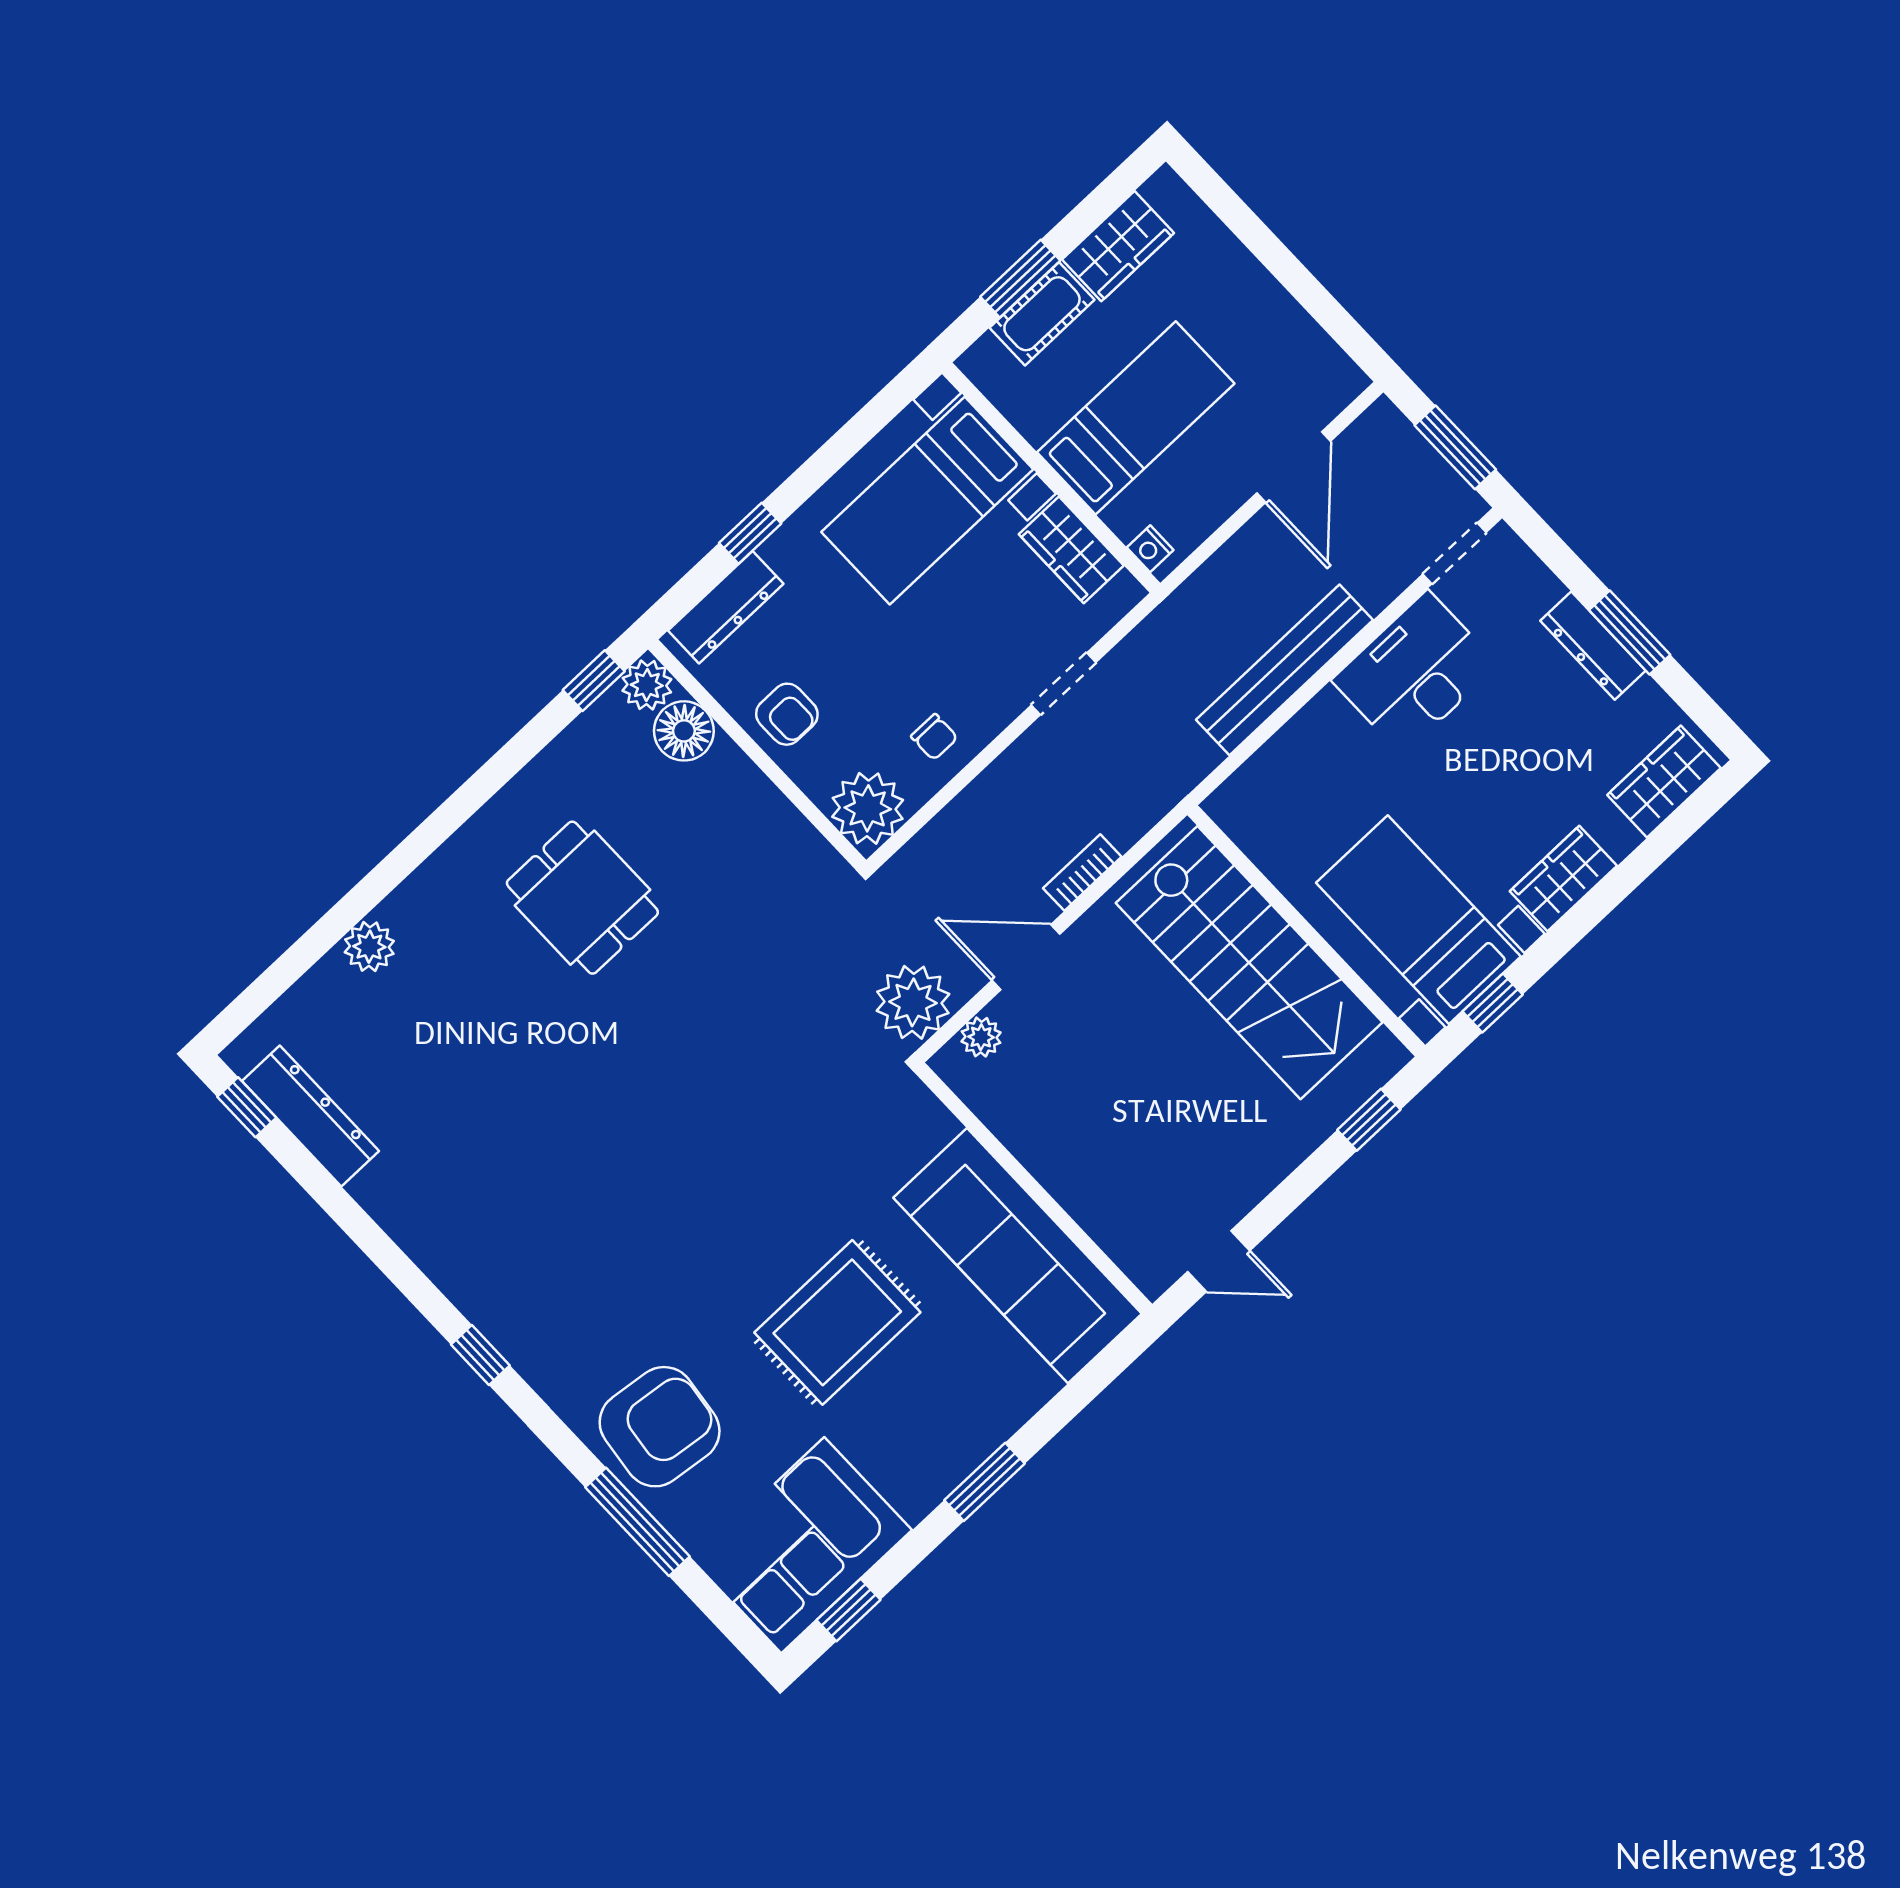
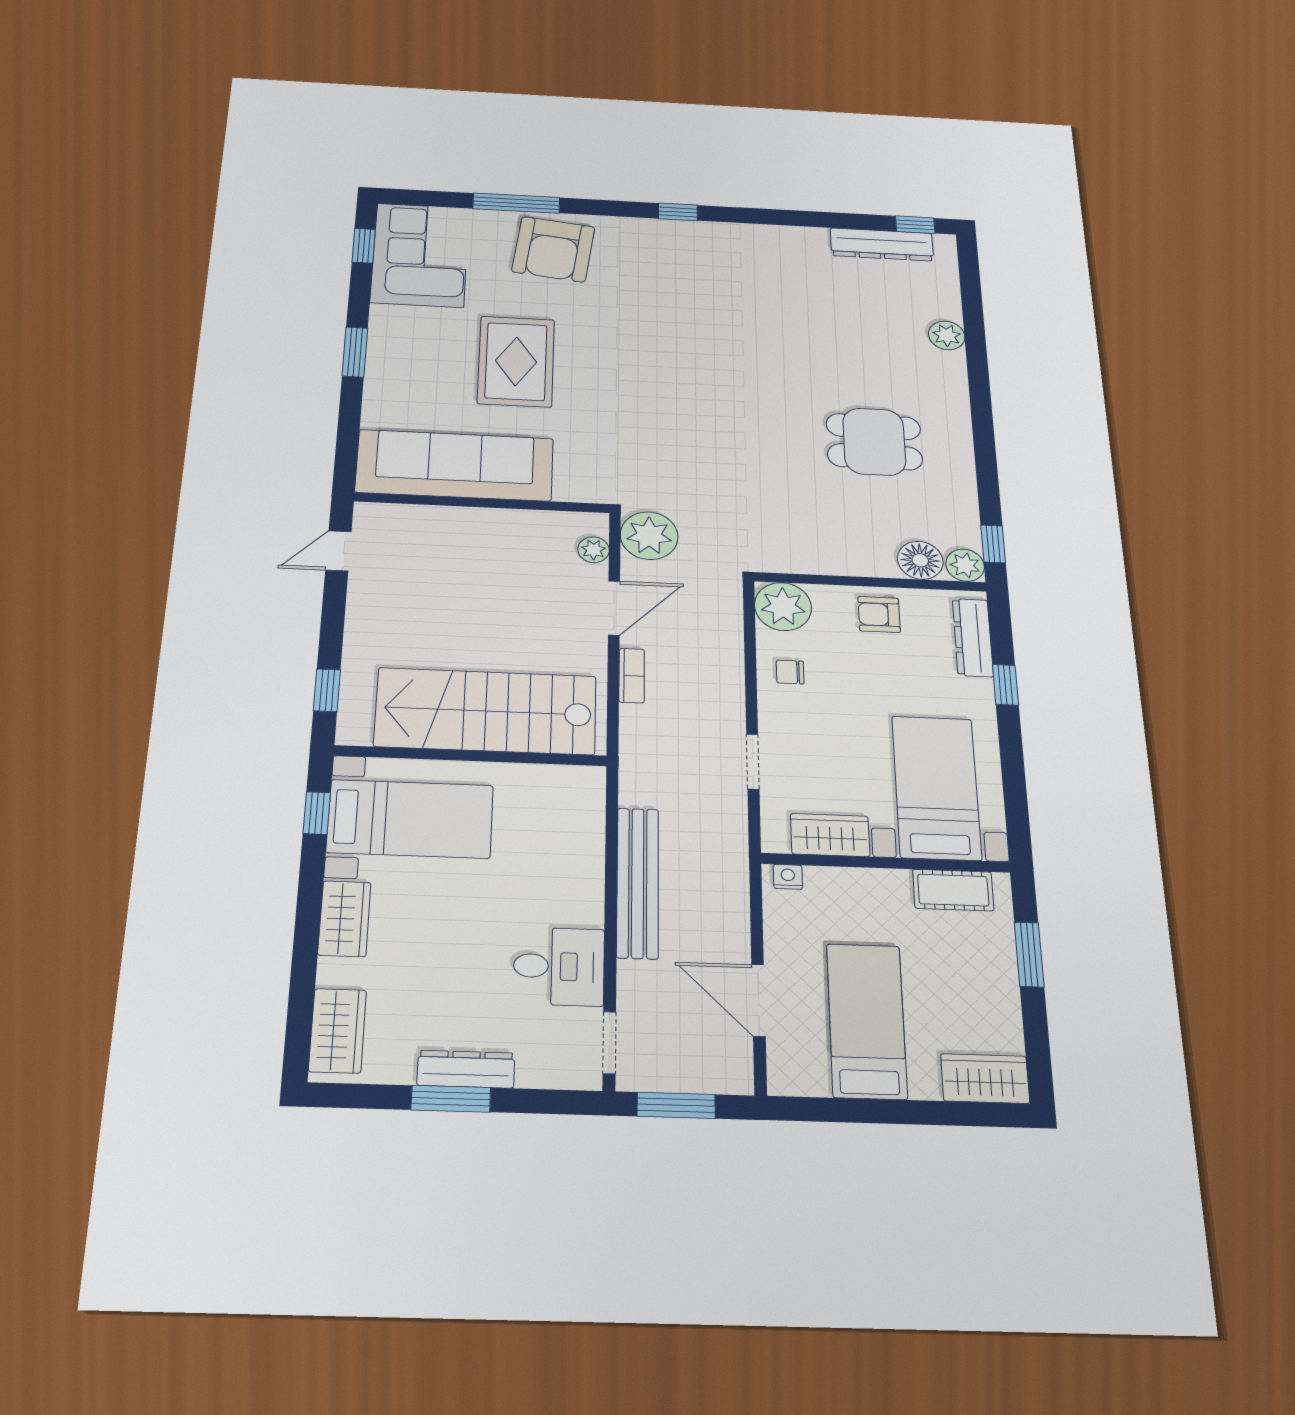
wardrobe: (1118, 246) -> (985, 1078), moved, turned 90
cot: (1042, 314) -> (953, 890), moved, turned 90
bed: (1136, 418) -> (867, 1021), moved, turned 180
desk: (1415, 672) -> (559, 966), width x0.73

